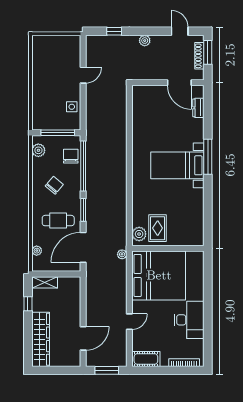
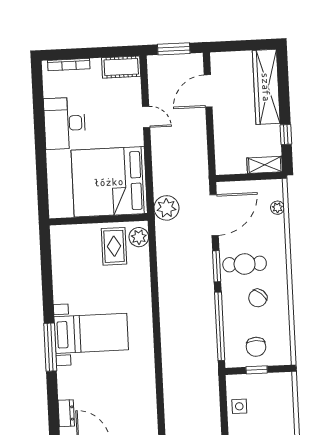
window: (58, 133) -> (257, 370), width x0.46
plant: (38, 150) -> (282, 345), removed
chair: (71, 156) -> (256, 347), moved
cafe table: (58, 221) -> (245, 264), moved
plant: (122, 254) -> (166, 208), width x1.88, depth x1.88
door: (129, 322) -> (146, 117), swing flipped

